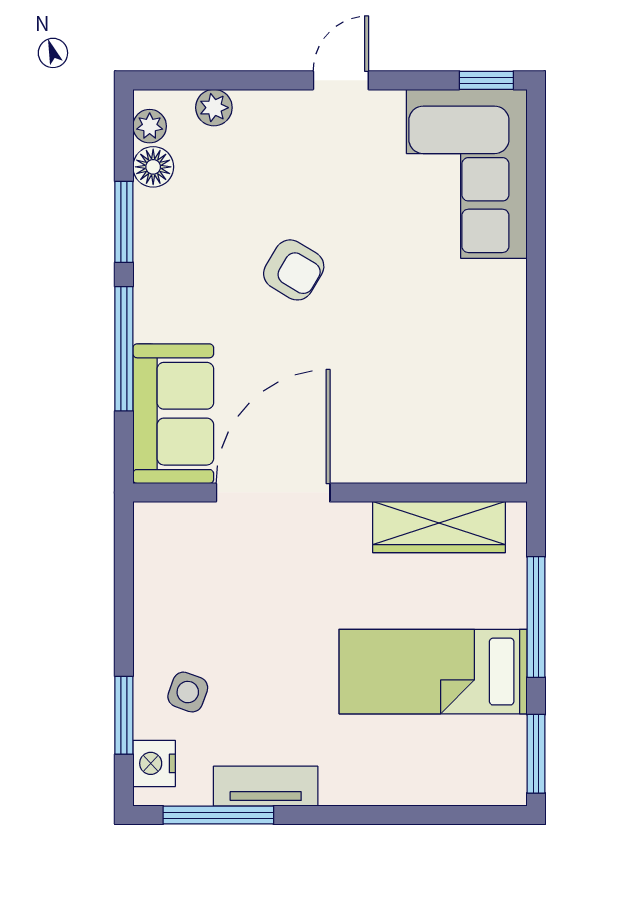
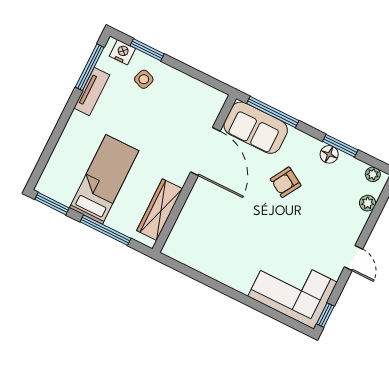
floor lamp: (153, 167) -> (329, 154), moved
armchair: (294, 270) -> (286, 182), moved
window: (124, 349) -> (273, 112), moved

